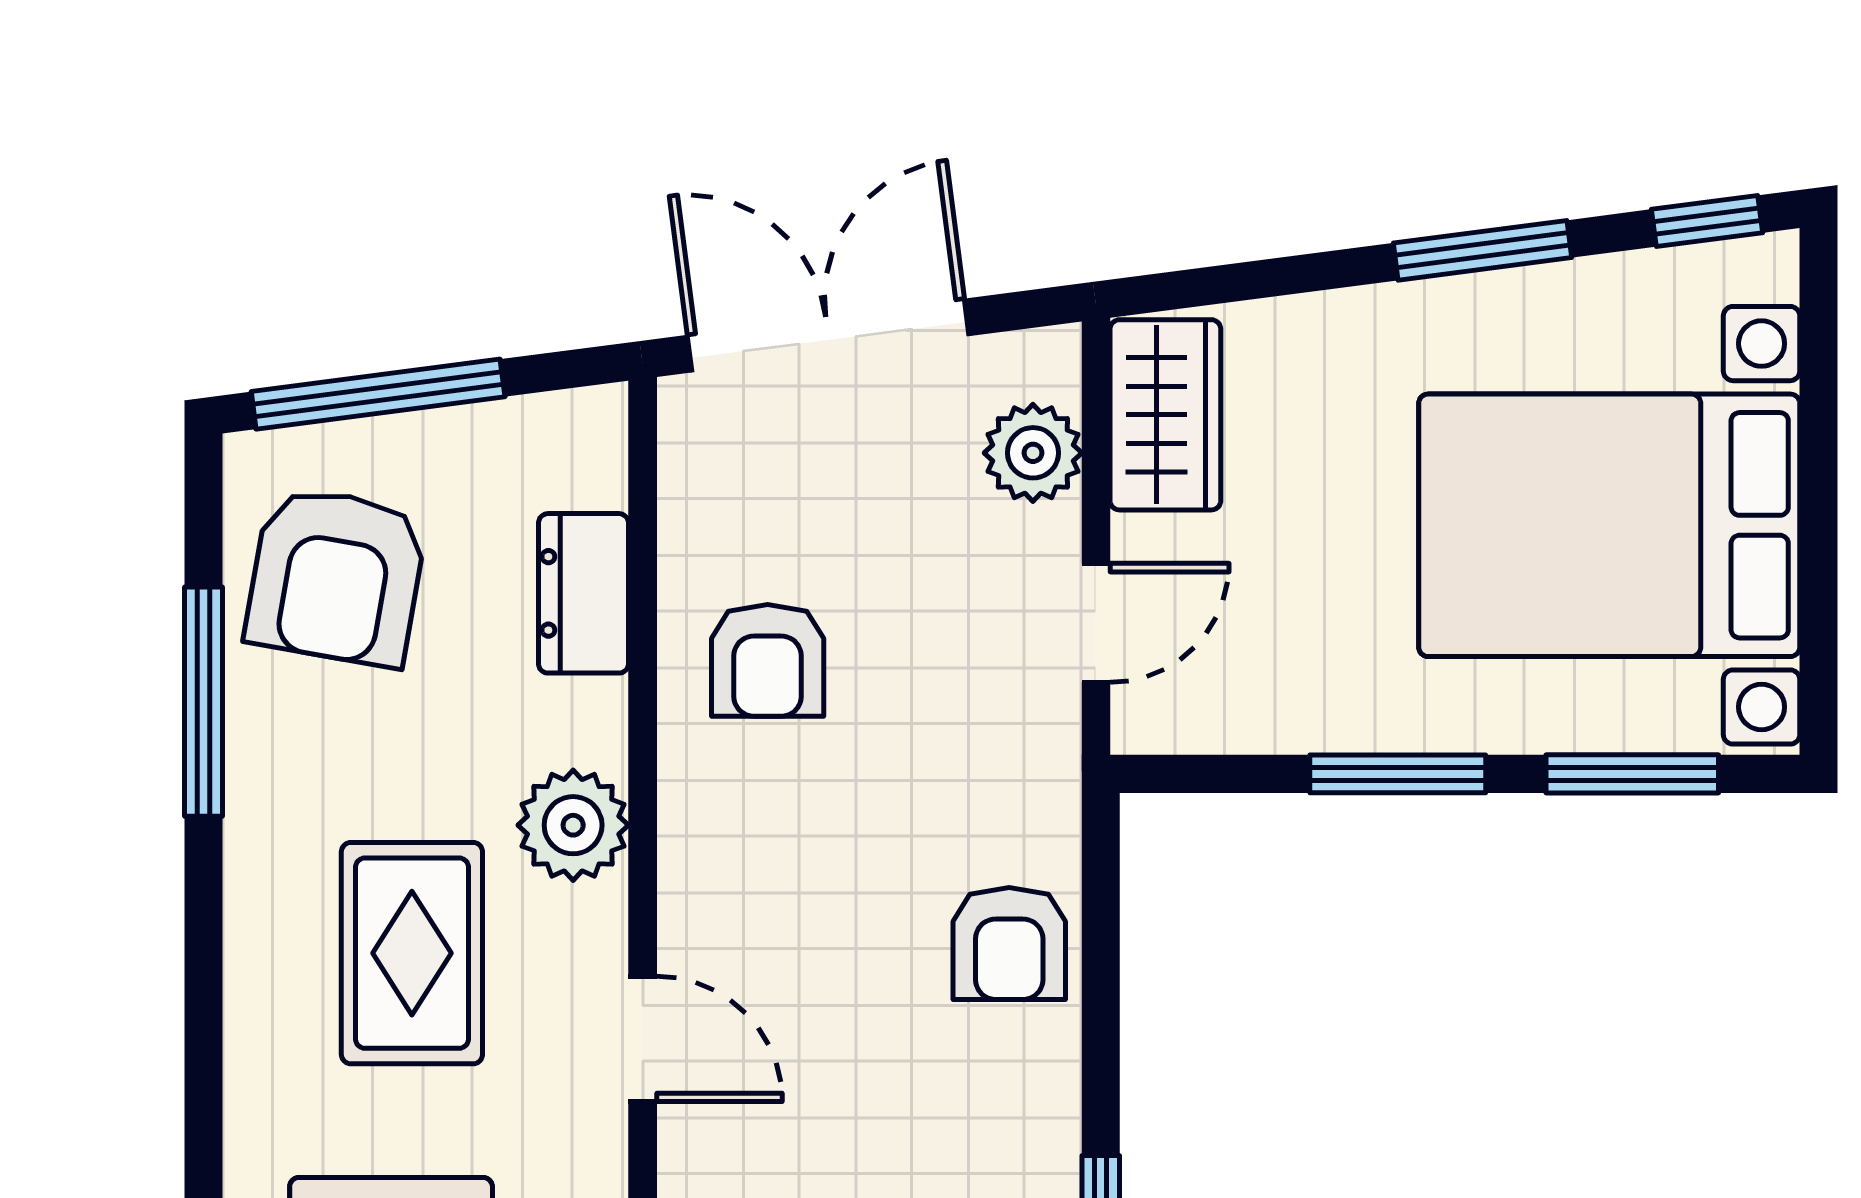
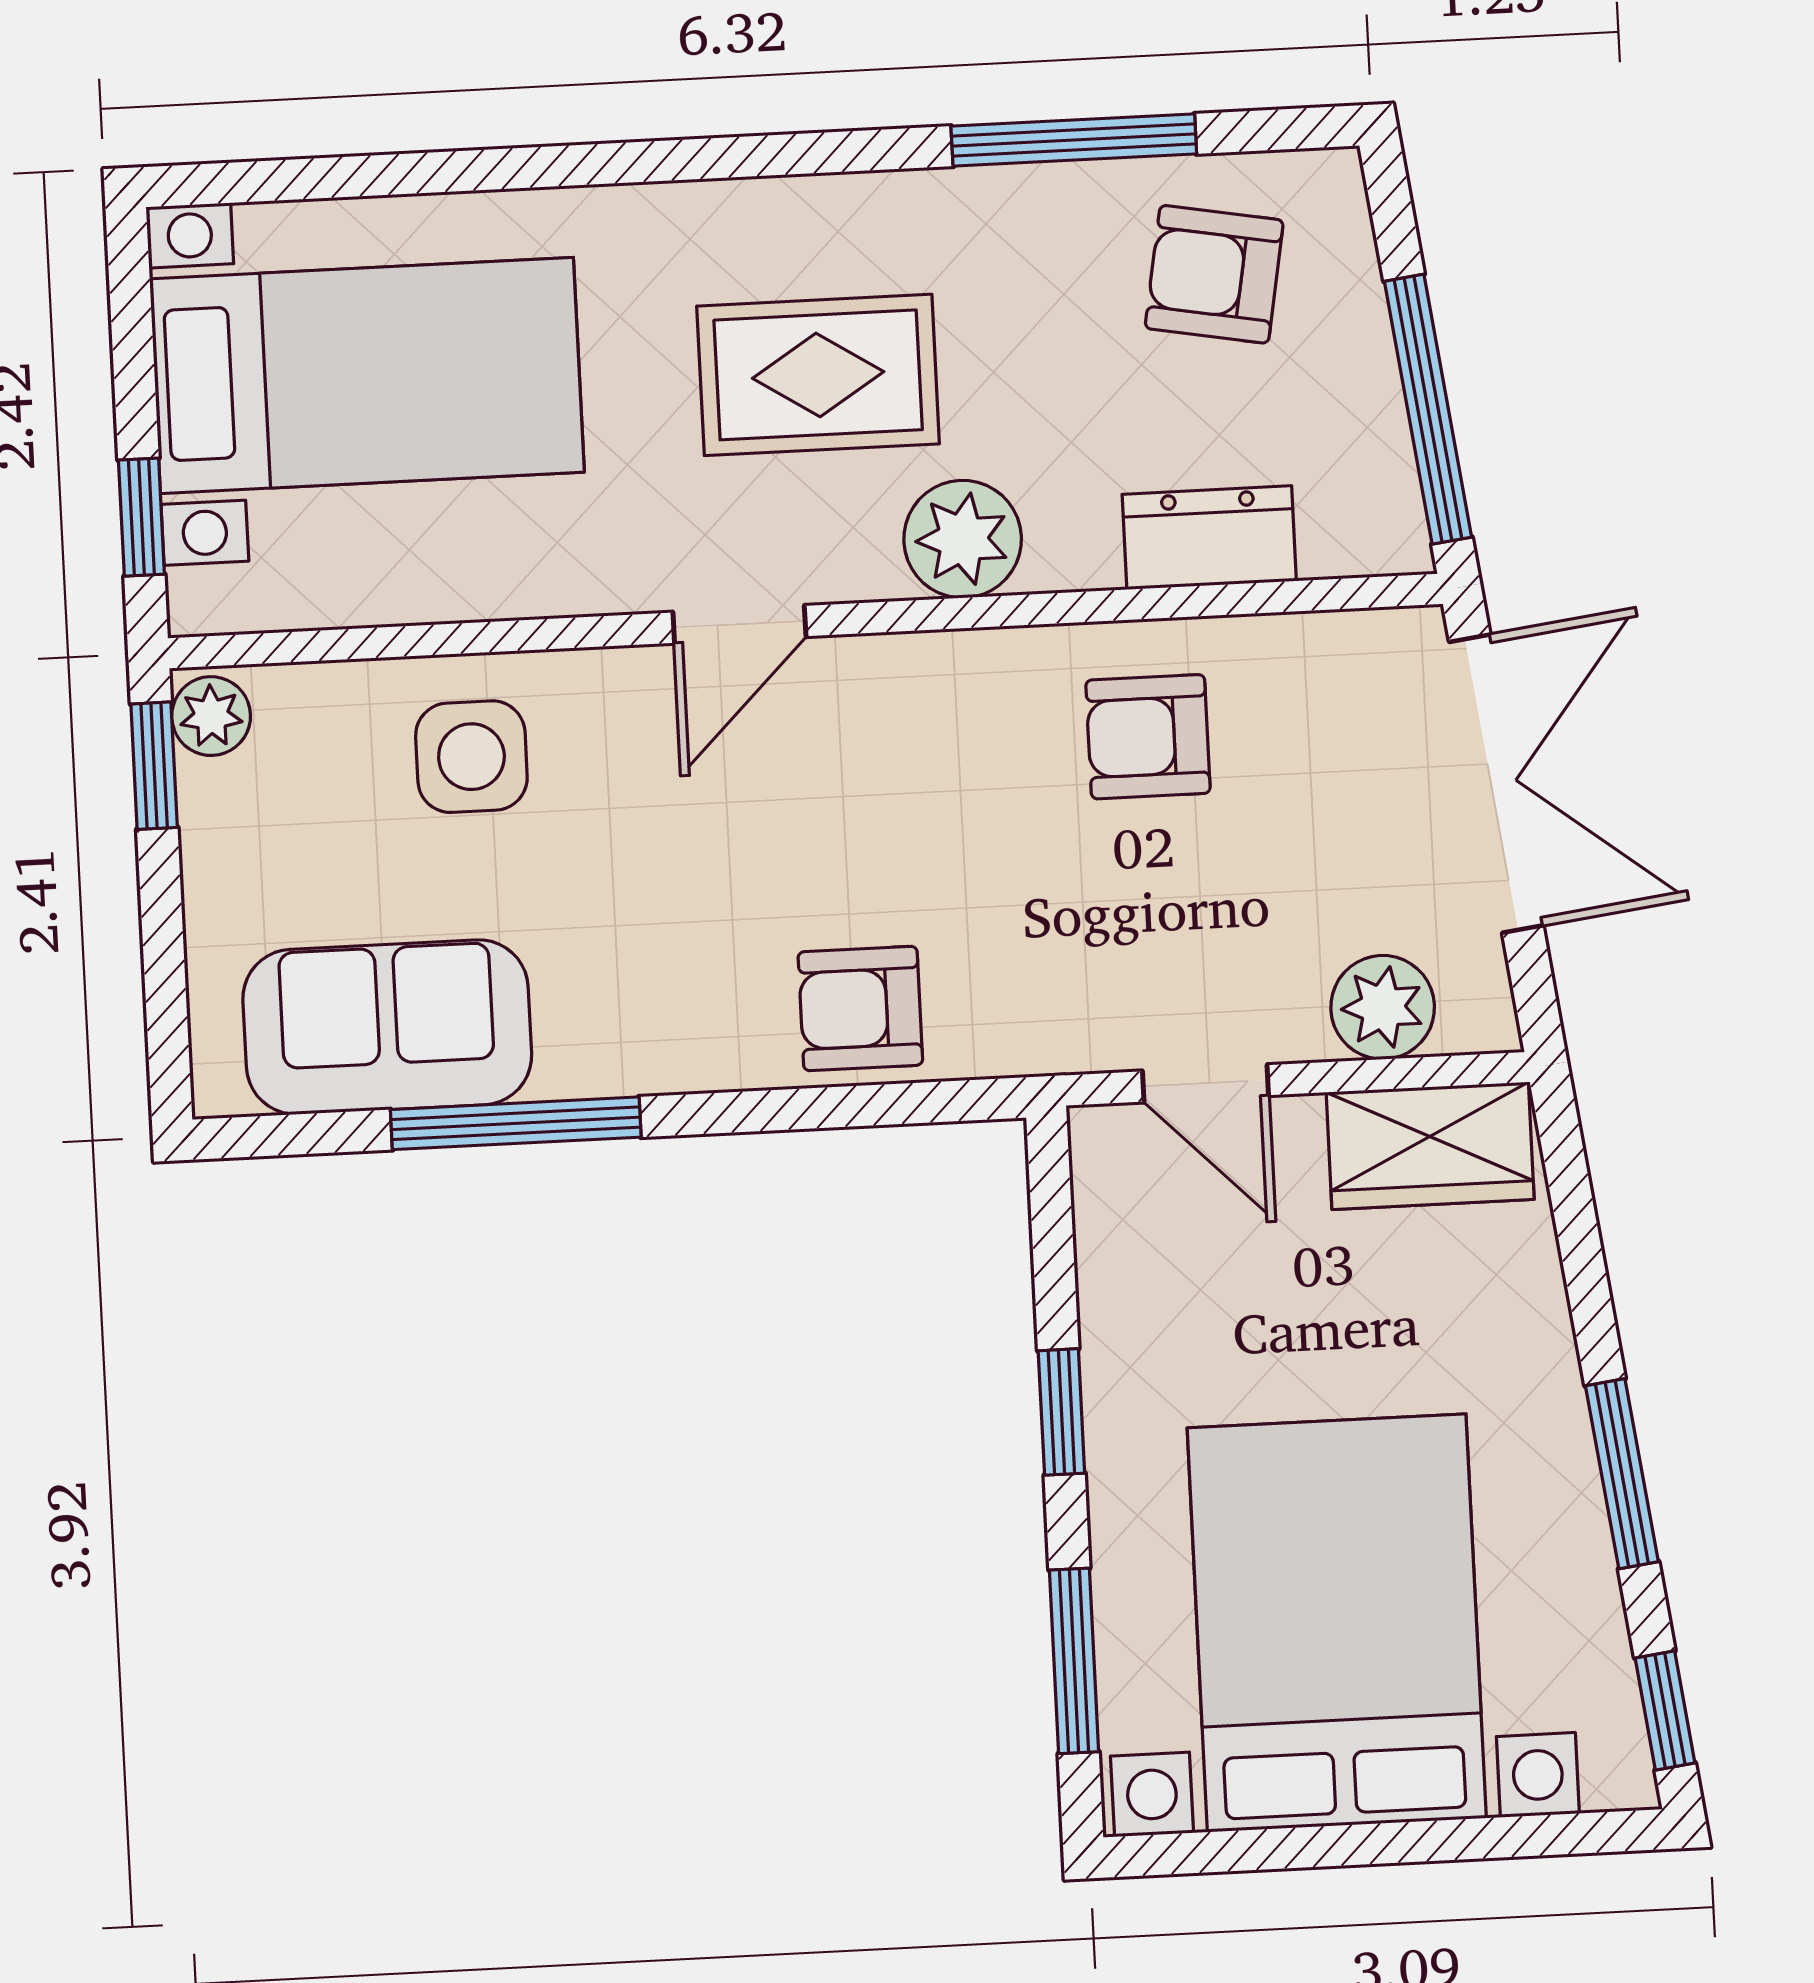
window: (378, 394) -> (1428, 409), moved
armchair: (336, 576) -> (1214, 274), width x0.72, depth x0.72
window: (1398, 774) -> (1061, 1412), width x0.67

